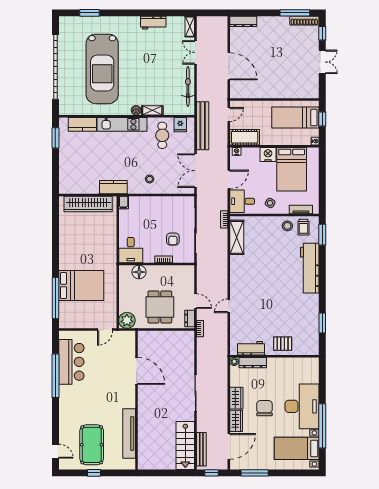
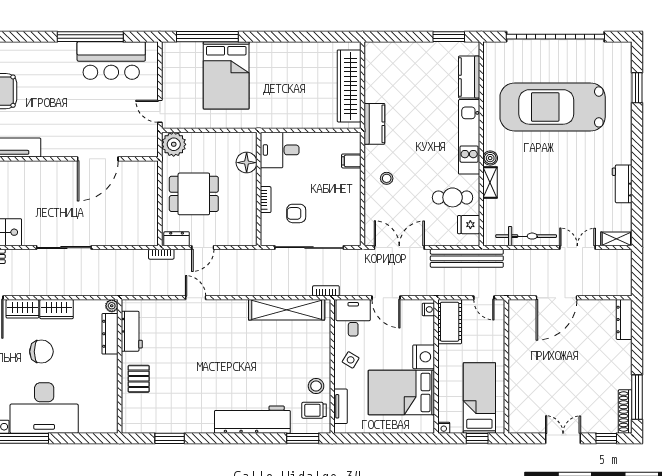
double door: (322, 62) -> (563, 438), swing flipped
filing cabinet: (124, 203) -> (351, 161), moved
shelving: (237, 237) -> (287, 310), width x1.47

